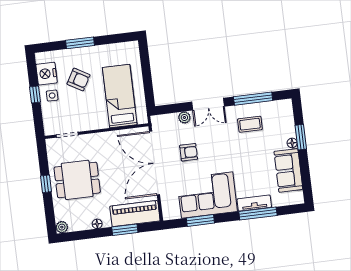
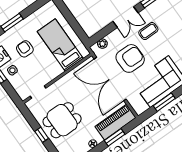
armchair: (79, 79) -> (25, 49), turned -120
plant: (184, 117) -> (102, 44), moved
coffee table: (250, 124) -> (148, 31), moved
armchair: (189, 152) -> (130, 58), width x1.88, depth x1.88

